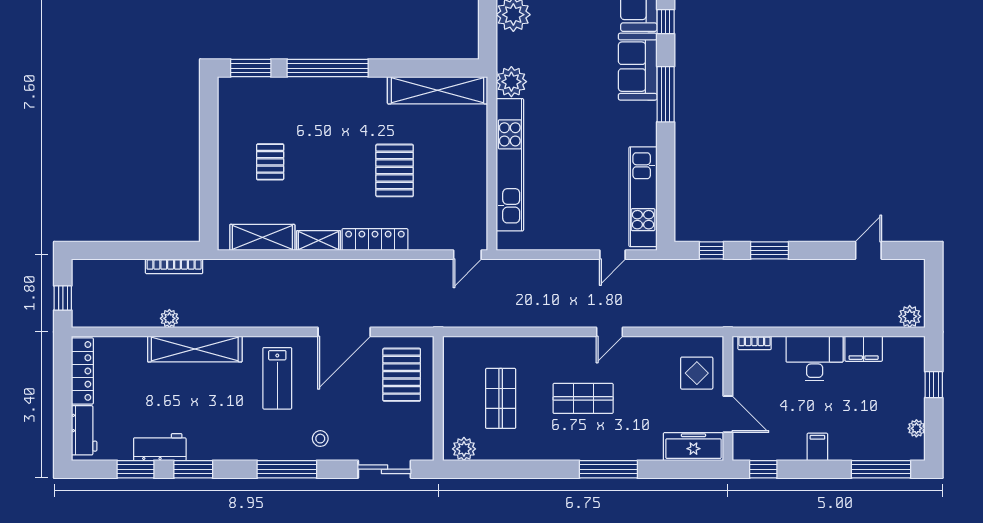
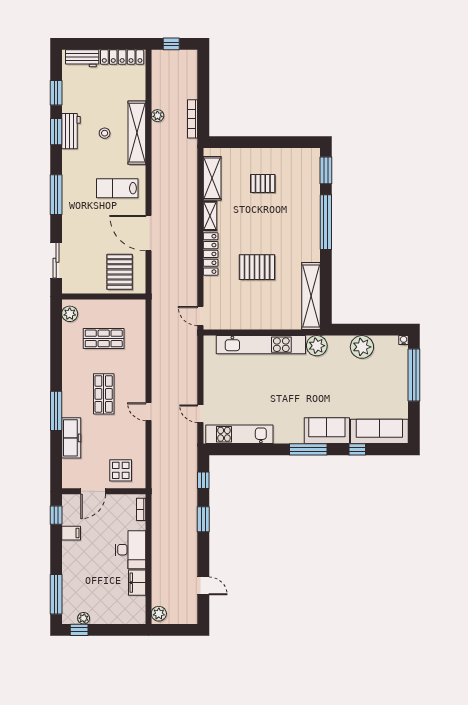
pallet: (402, 375) -> (120, 272), turned 90
window: (934, 385) -> (79, 630), moved
stool: (320, 439) -> (105, 133), moved
workbench: (160, 447) -> (71, 131), moved
freezer: (693, 447) -> (71, 438), moved
filing cabinet: (817, 447) -> (71, 533), moved

